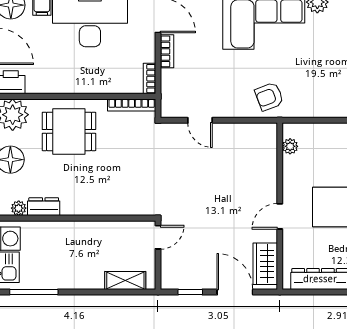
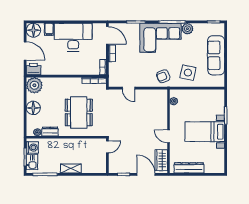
side table: (318, 90) -> (188, 73), added
dining table: (69, 131) -> (79, 112), moved, width x1.38
door: (280, 216) -> (169, 136), hinge flipped
shelving: (125, 280) -> (71, 169), moved

